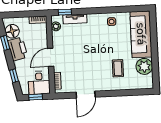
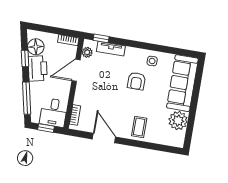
armchair: (102, 41) -> (136, 81), added
door: (51, 57) -> (76, 70), moved
coffee table: (118, 68) -> (139, 127), moved
window: (14, 76) -> (27, 98), width x2.17
door: (86, 95) -> (104, 138), swing flipped

